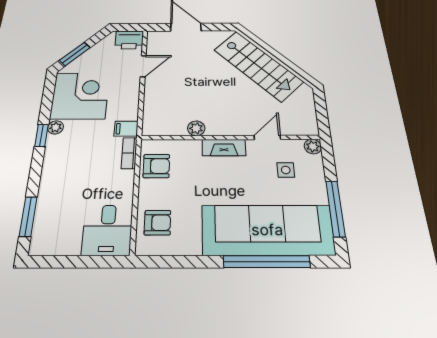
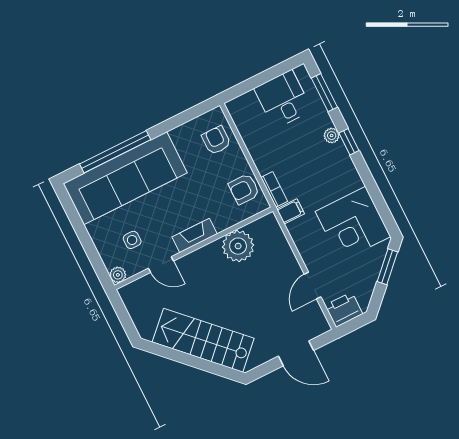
plant: (56, 127) -> (332, 136), moved
plant: (196, 128) -> (238, 246), width x1.88, depth x1.88
window: (41, 135) -> (349, 142), moved
door: (267, 137) -> (161, 265), hinge flipped
window: (335, 208) -> (78, 224), removed
armchair: (158, 223) -> (216, 140), turned 90
desk: (107, 230) -> (283, 99), moved

